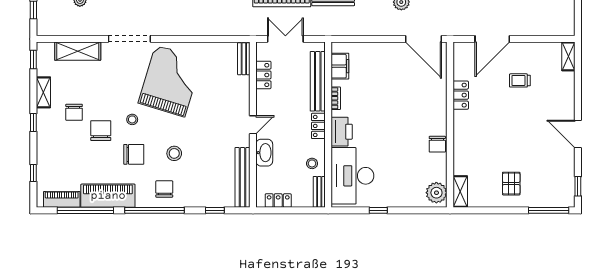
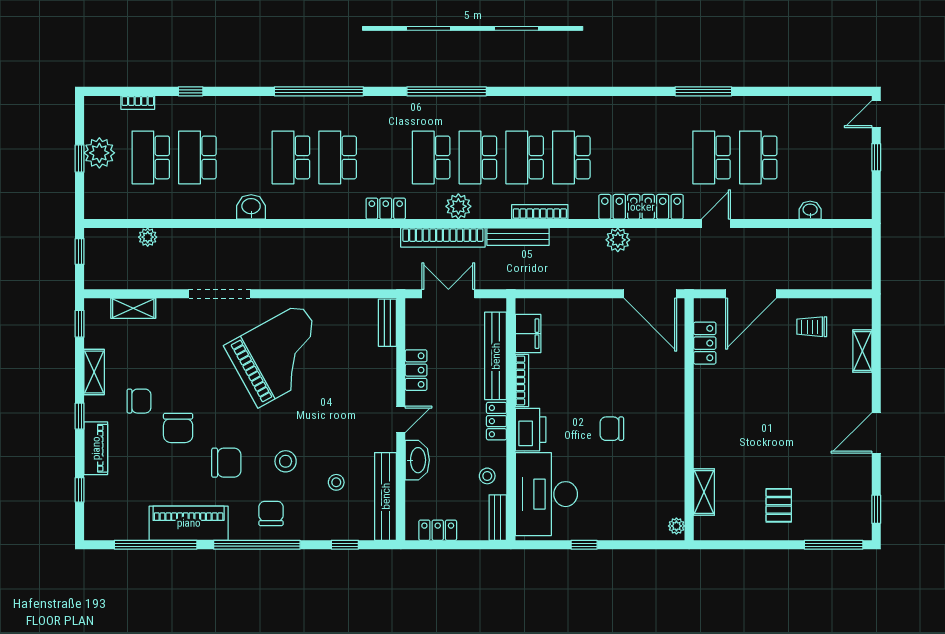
shelving: (78, 51) -> (133, 308), width x0.67, depth x0.75
shelving: (568, 56) -> (862, 351), moved
locker: (263, 75) -> (416, 370), moved
trolley: (520, 80) -> (812, 327), moved
grand piano: (170, 81) -> (280, 355), turned 44
locker: (461, 95) -> (705, 343), moved
bookcase: (336, 98) -> (522, 381), width x1.56
chair: (74, 112) -> (139, 401), turned -90
stool: (132, 119) -> (336, 482), moved
chair: (101, 131) -> (178, 428), turned 180
door: (578, 134) -> (876, 433), hinge flipped
chair: (437, 144) -> (612, 429), moved, turned 90
shelving: (460, 192) -> (704, 492), moved
plant: (436, 193) -> (676, 526), width x0.53, depth x0.53
piano: (62, 199) -> (96, 448), moved, turned 90

